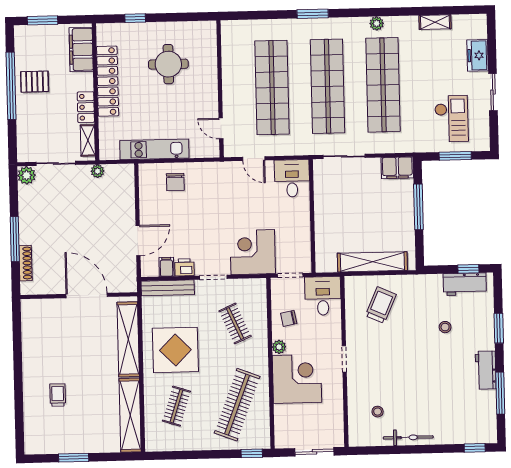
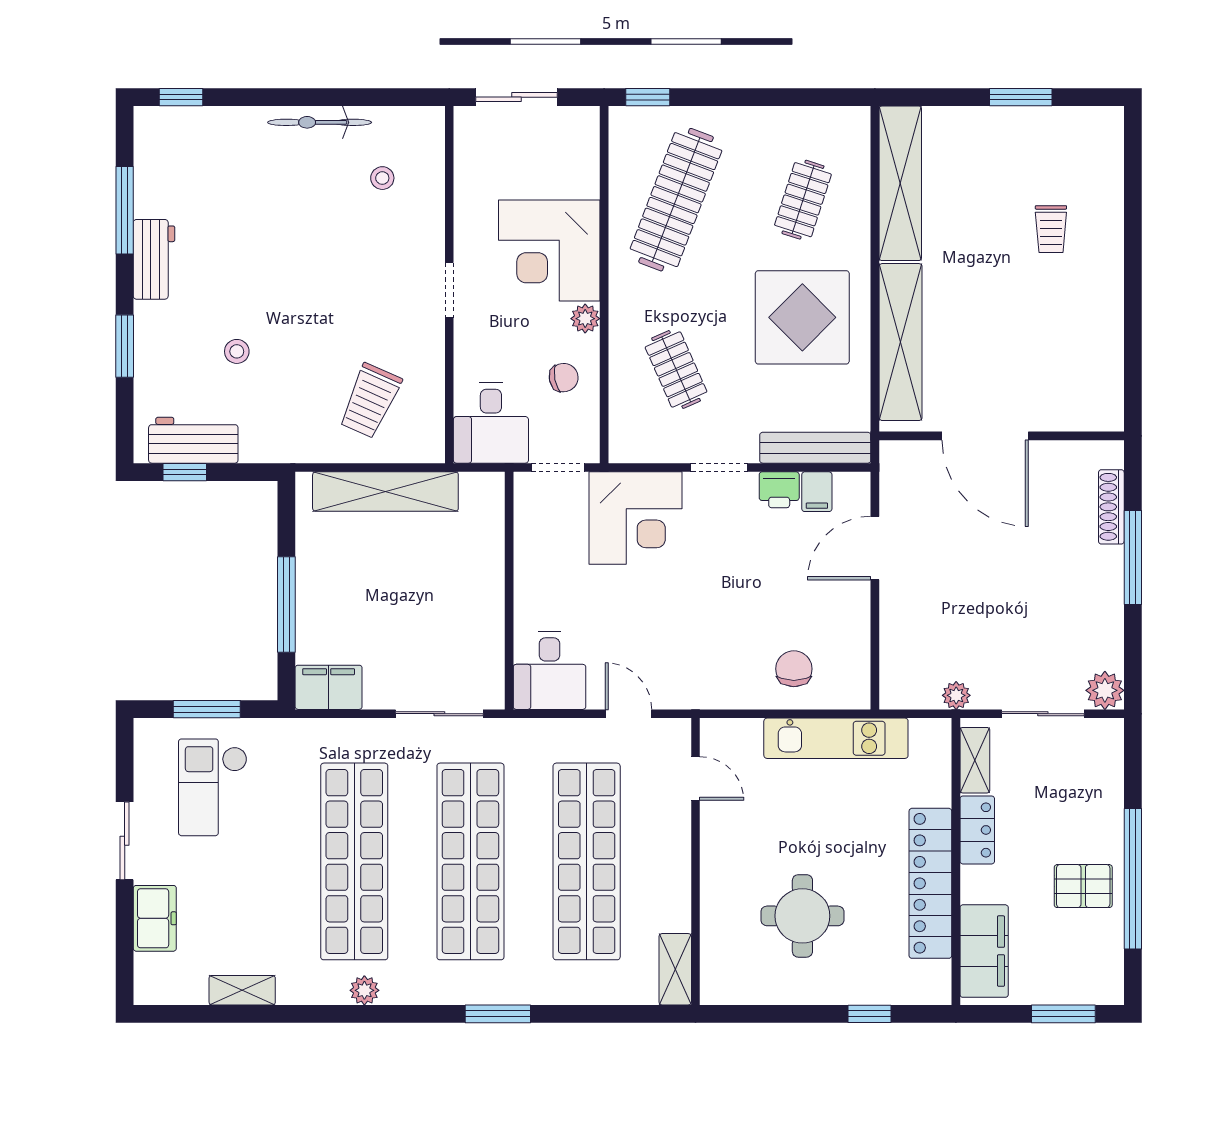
shelving: (228, 37) -> (675, 969), added

